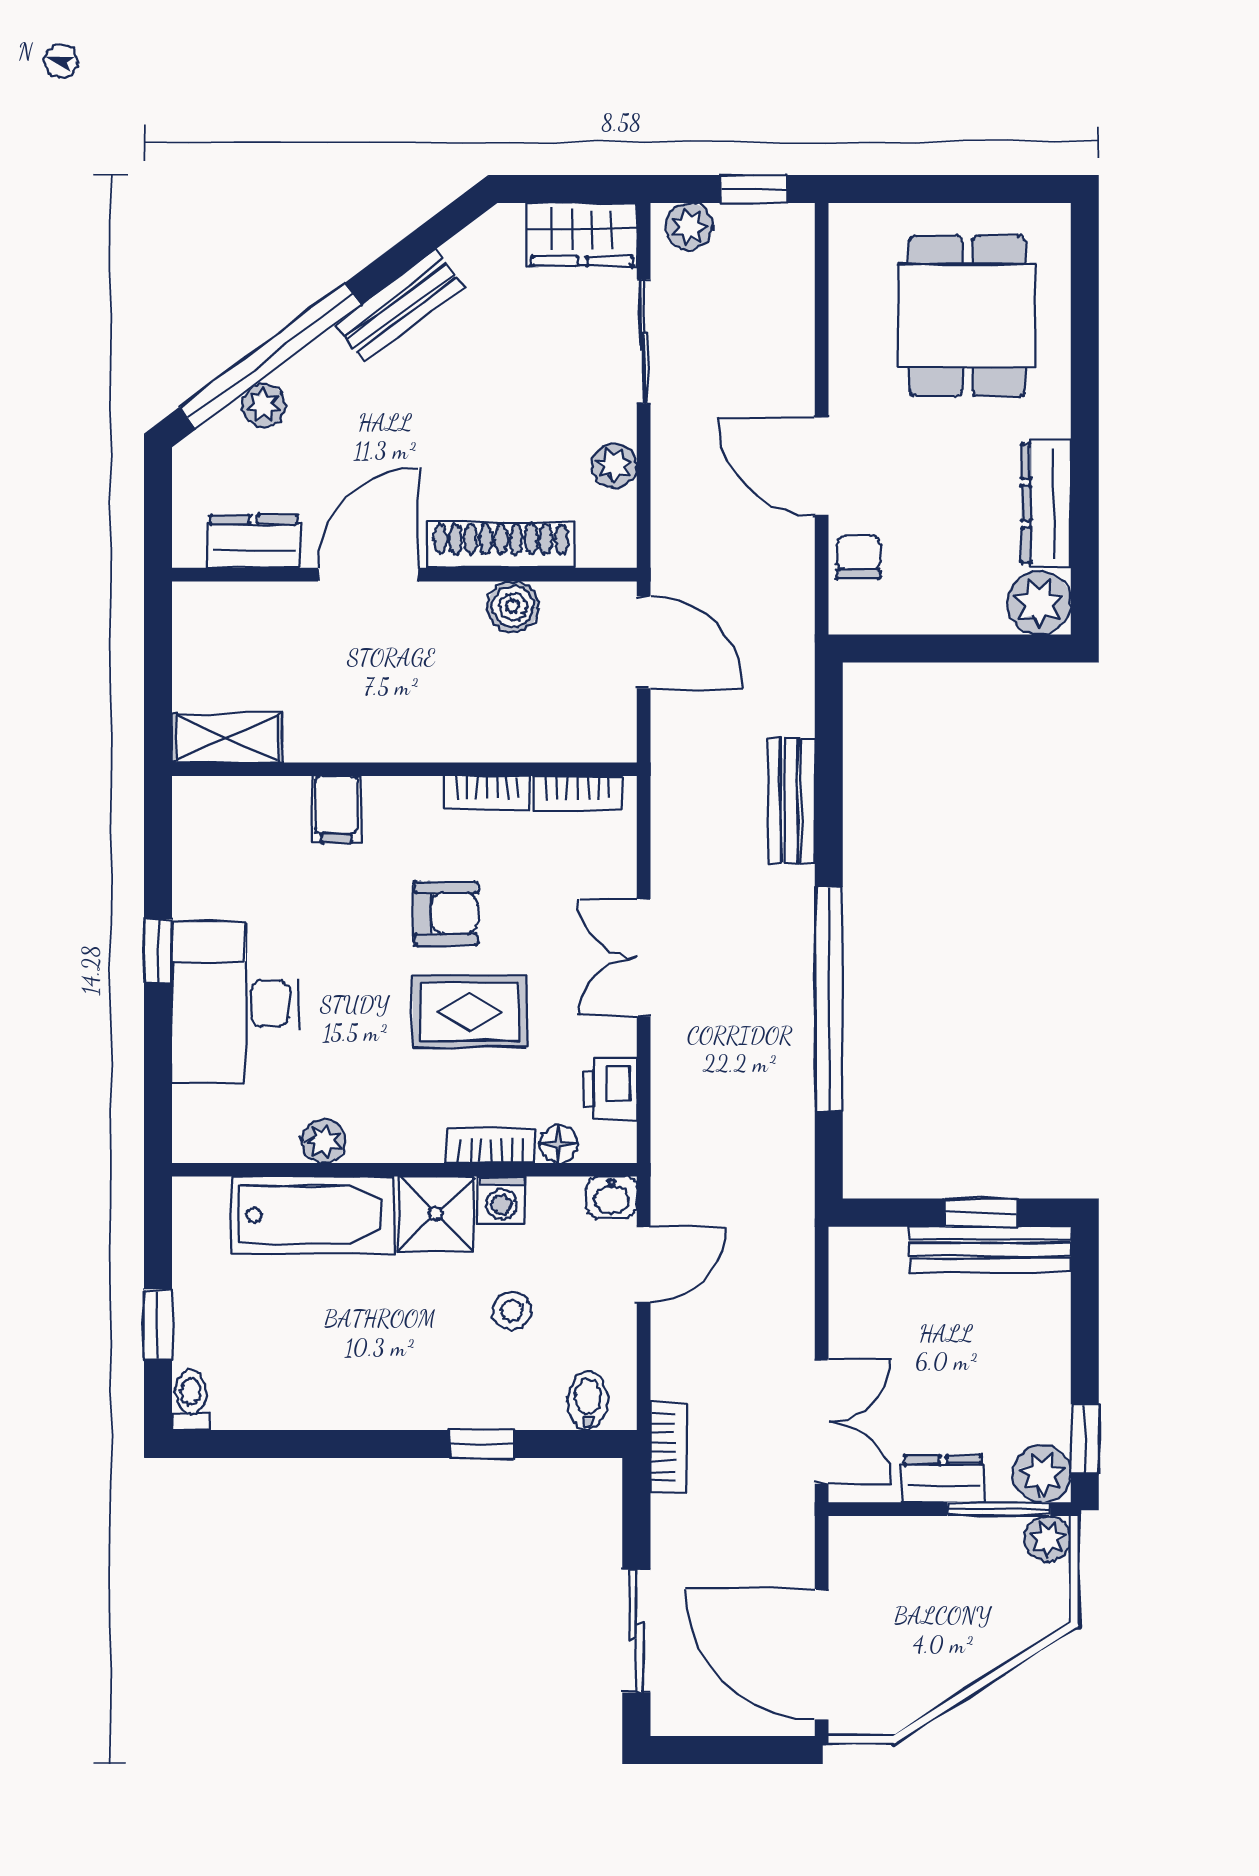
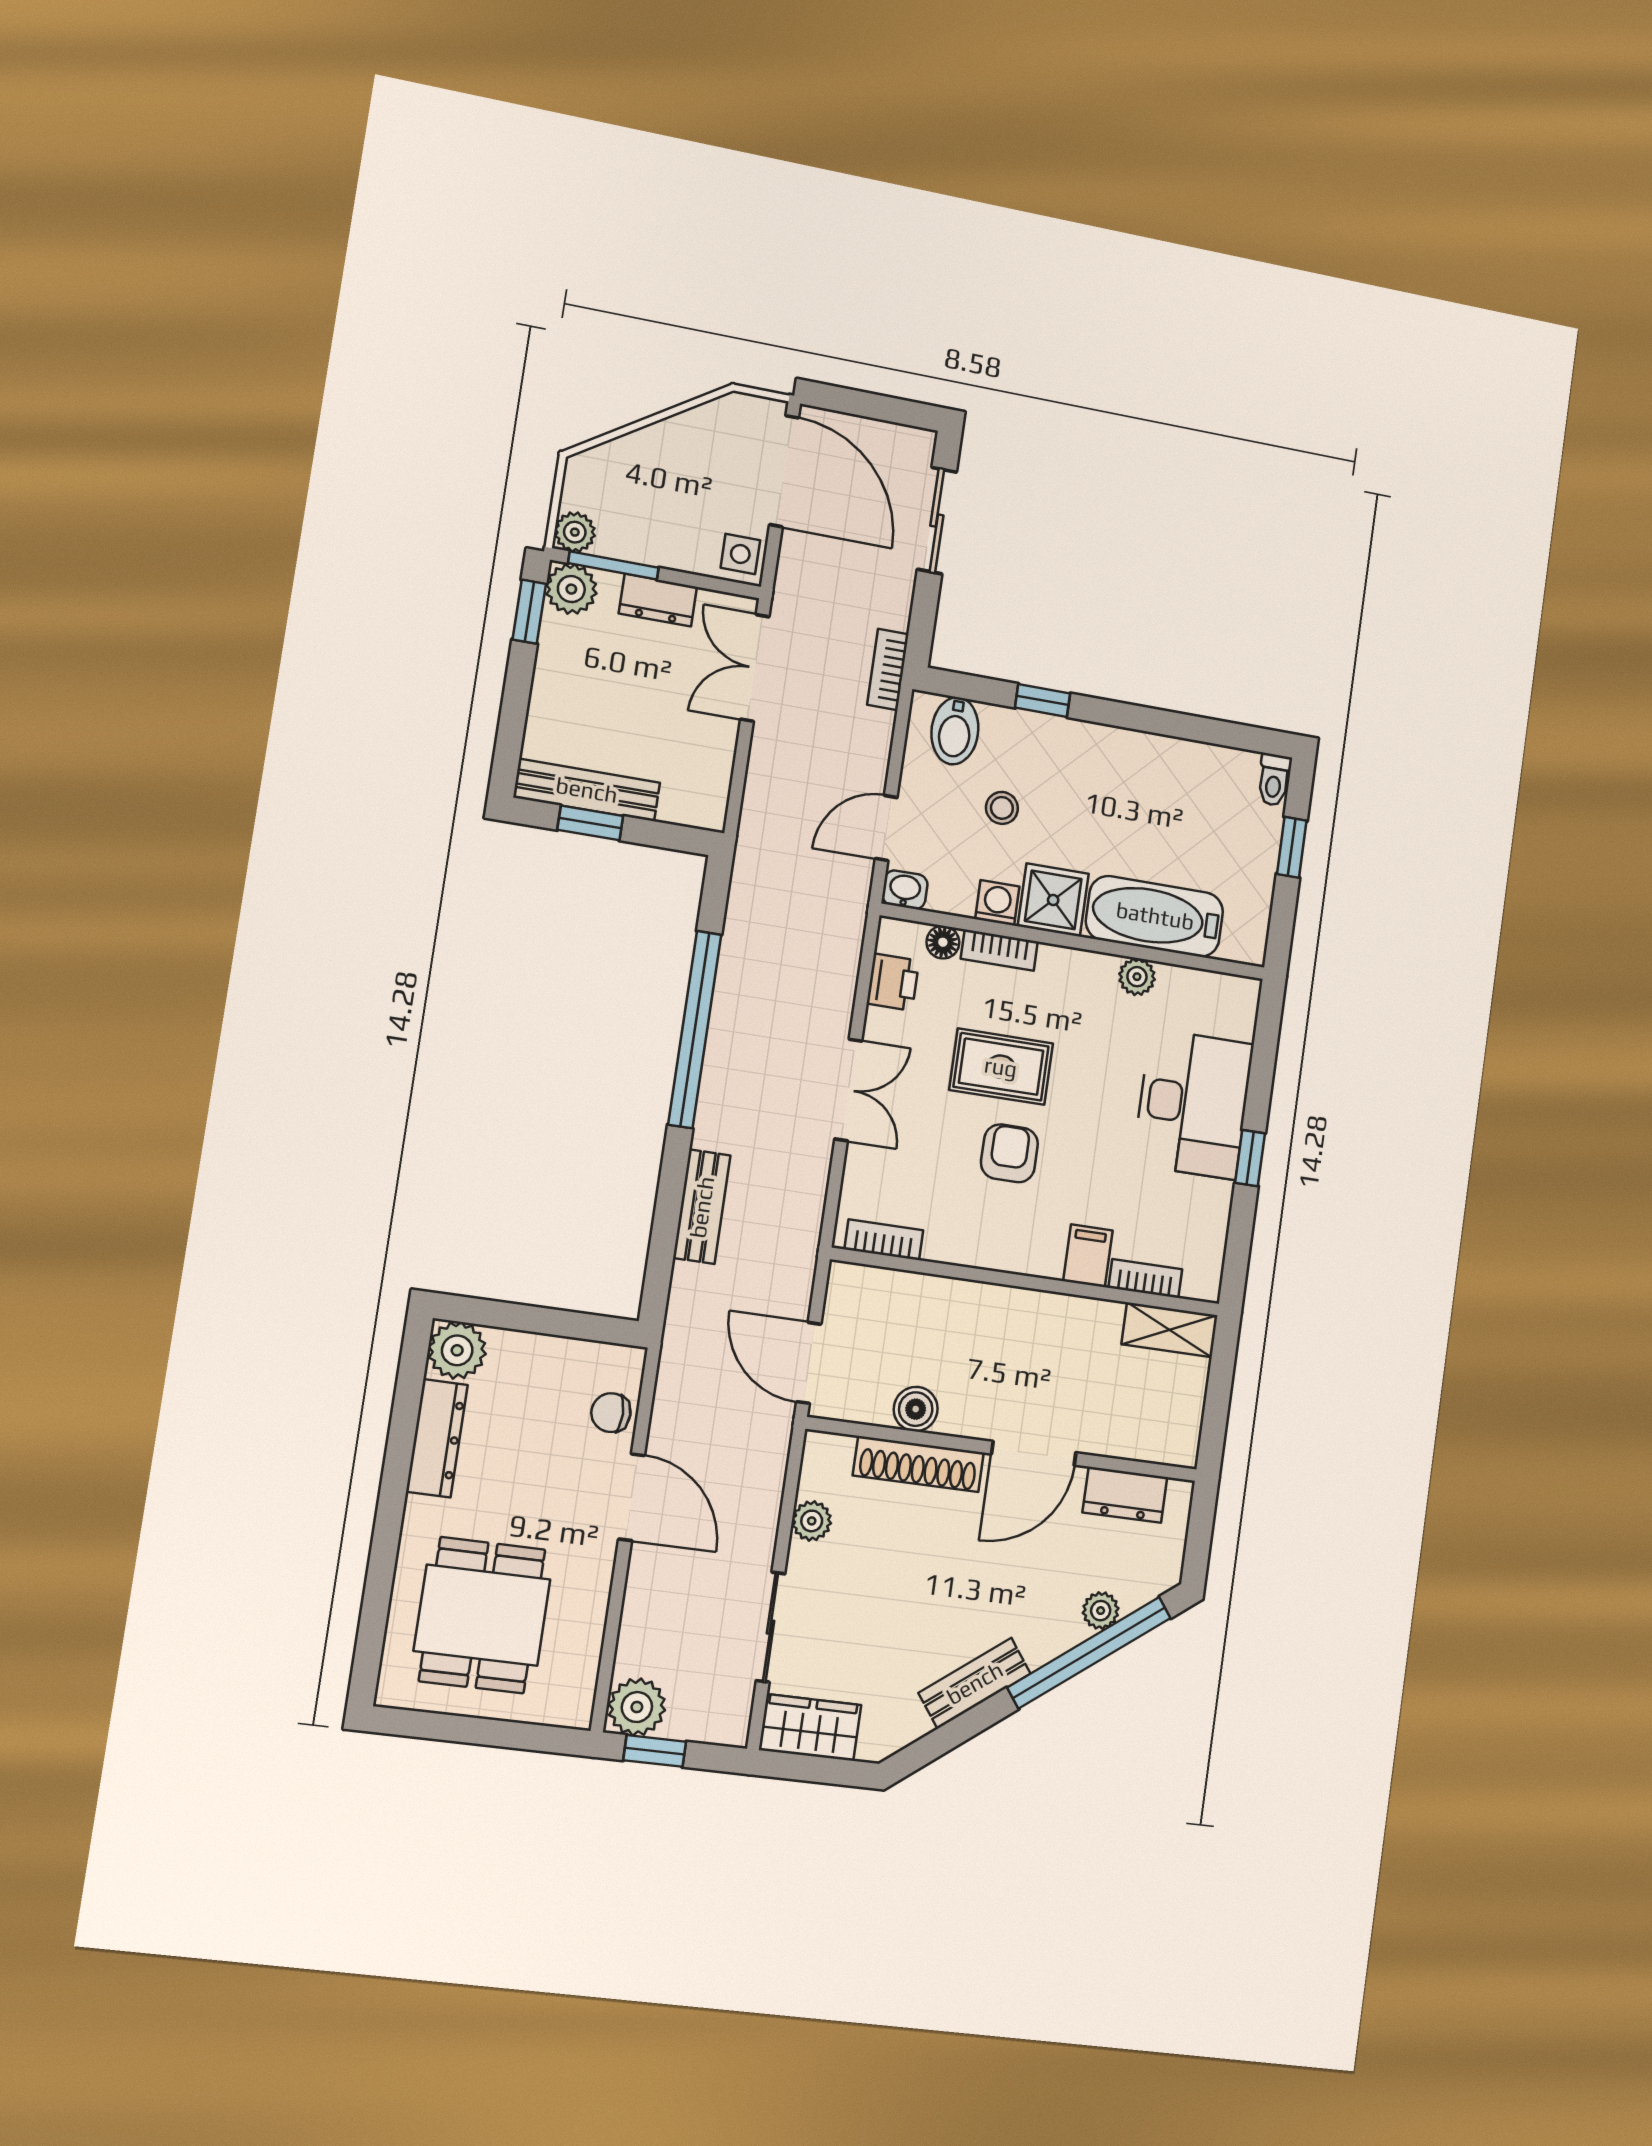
plant: (689, 226) -> (637, 1707), moved, width x1.38, depth x1.38
chair: (859, 557) -> (611, 1413), turned 90
bookcase: (487, 793) -> (1145, 1278), moved
armchair: (446, 914) -> (1009, 1153), turned 90
bidet: (588, 1401) -> (955, 731), width x1.38, depth x1.36
side table: (857, 1549) -> (740, 554), added

